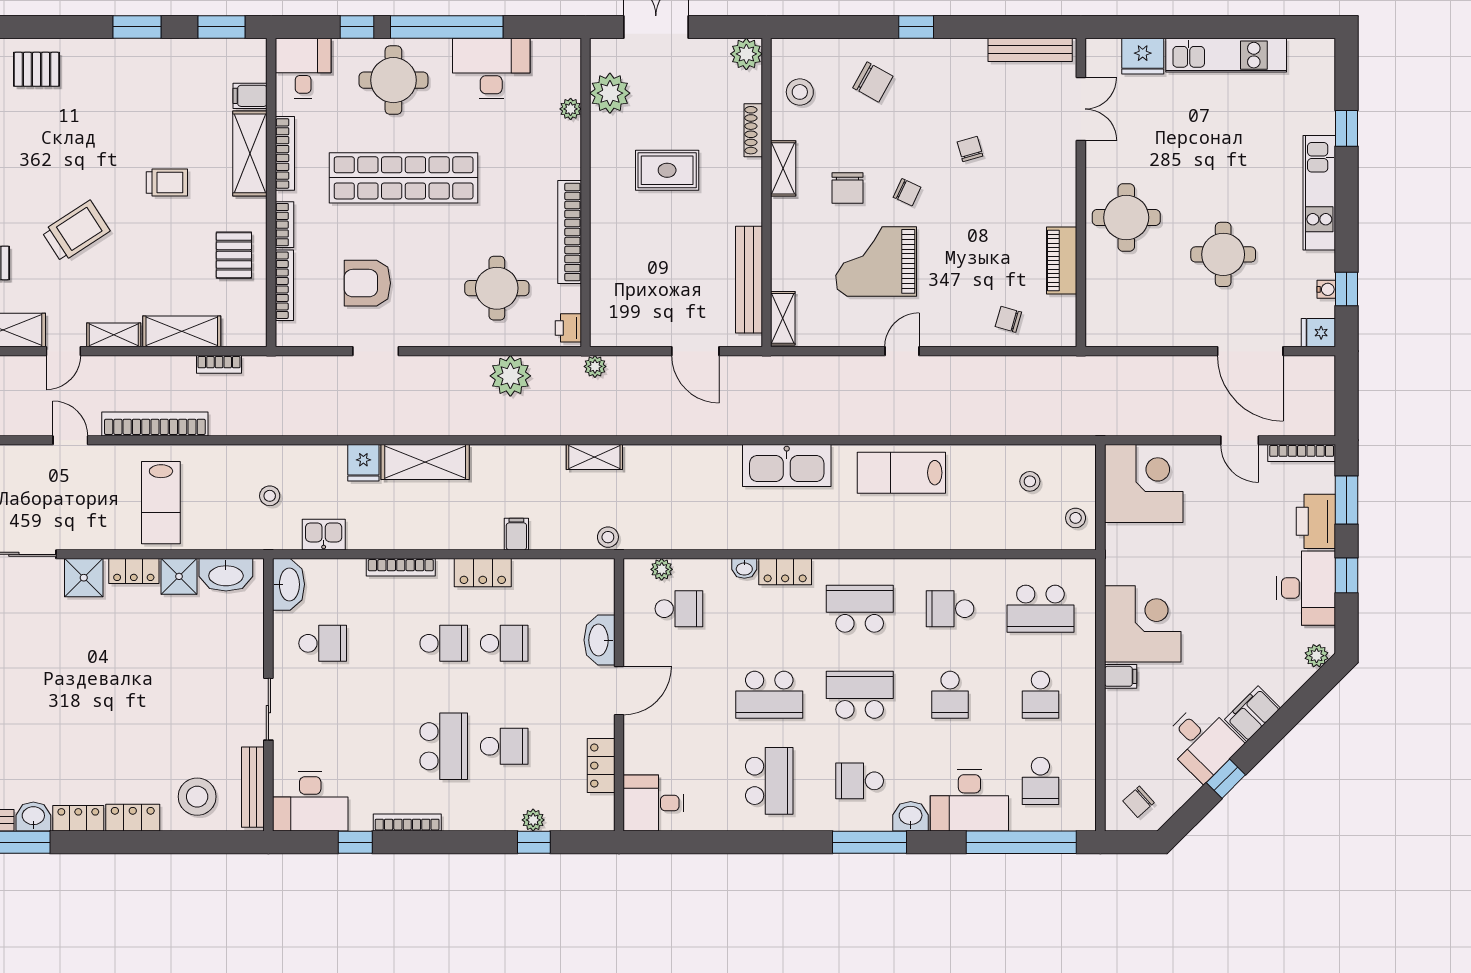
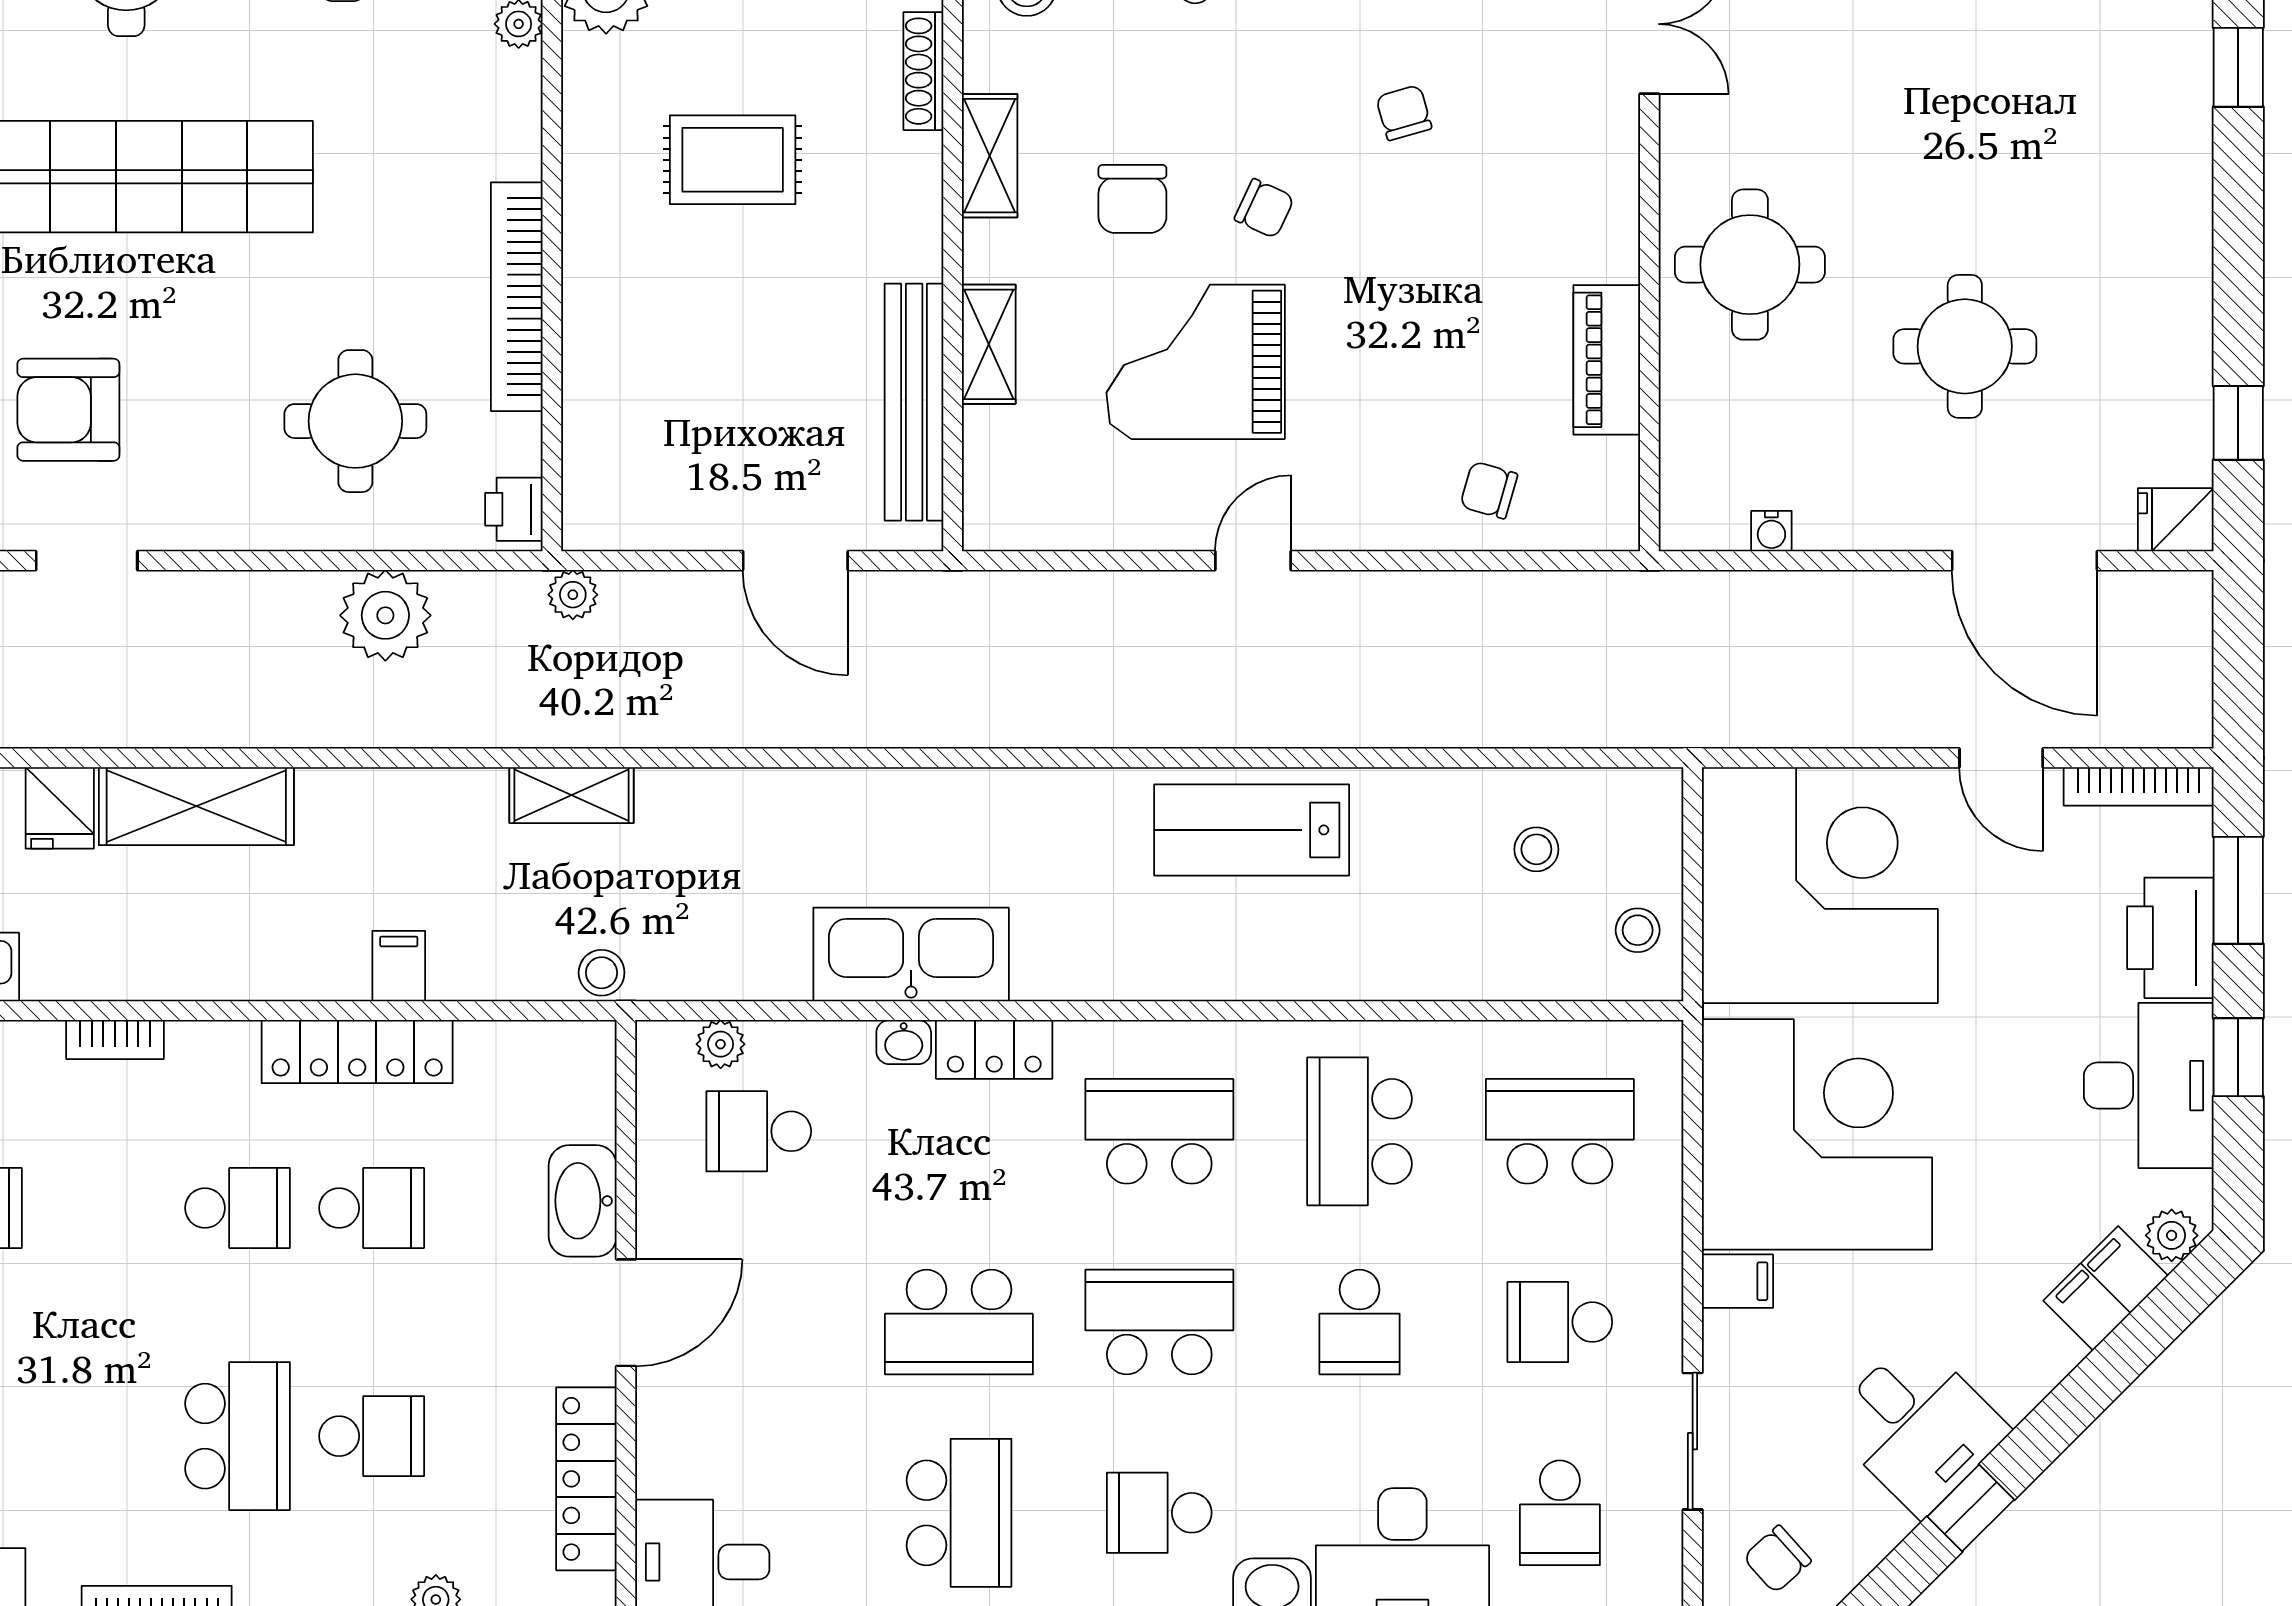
kitchen unit: (1319, 193) -> (2178, 210), removed
water cooler: (1326, 289) -> (1771, 531), moved, turned 90
shelving: (783, 318) -> (989, 344), moved
kitchen sink: (787, 466) -> (911, 955), moved, turned 180
corner desk: (1144, 483) -> (1820, 885), width x1.36, depth x1.36
bookcase: (401, 567) -> (115, 1040), width x0.64
locker: (483, 573) -> (357, 1052), width x1.53
school desk: (679, 609) -> (759, 1131), turned 180
school desk: (950, 609) -> (1360, 1131), width x1.85
school desk: (1040, 609) -> (1560, 1131), turned 180
corner desk: (1143, 624) -> (1817, 1134), width x1.36, depth x1.36
school desk: (1040, 695) -> (1560, 1322), turned 90
filing cabinet: (1253, 714) -> (2106, 1288), moved
sliding door: (1100, 749) -> (1693, 1441), added
locker: (601, 766) -> (586, 1479), width x1.53

